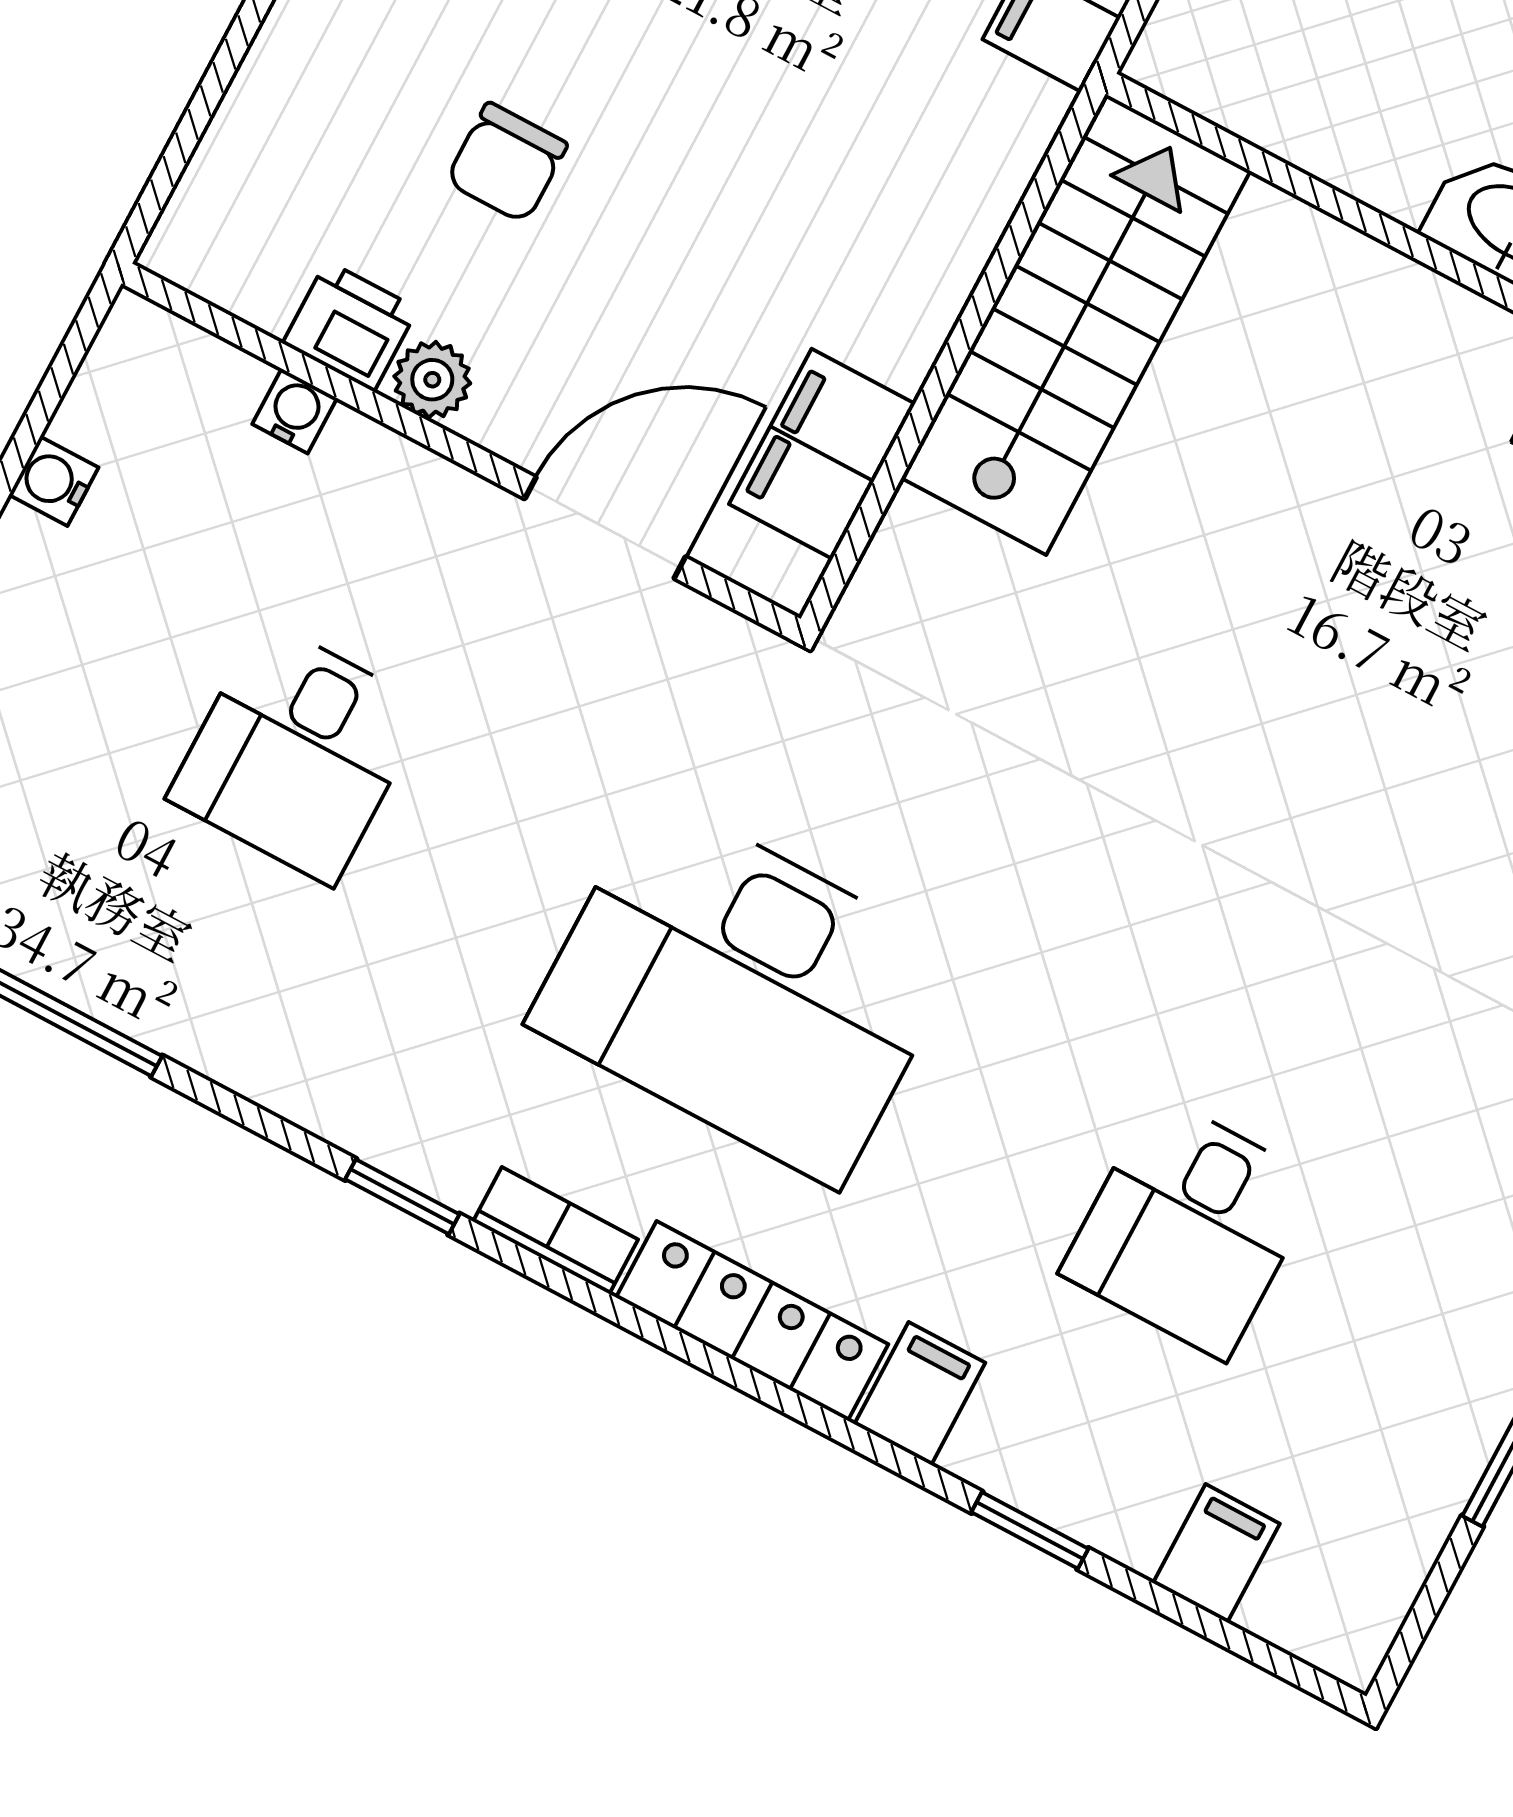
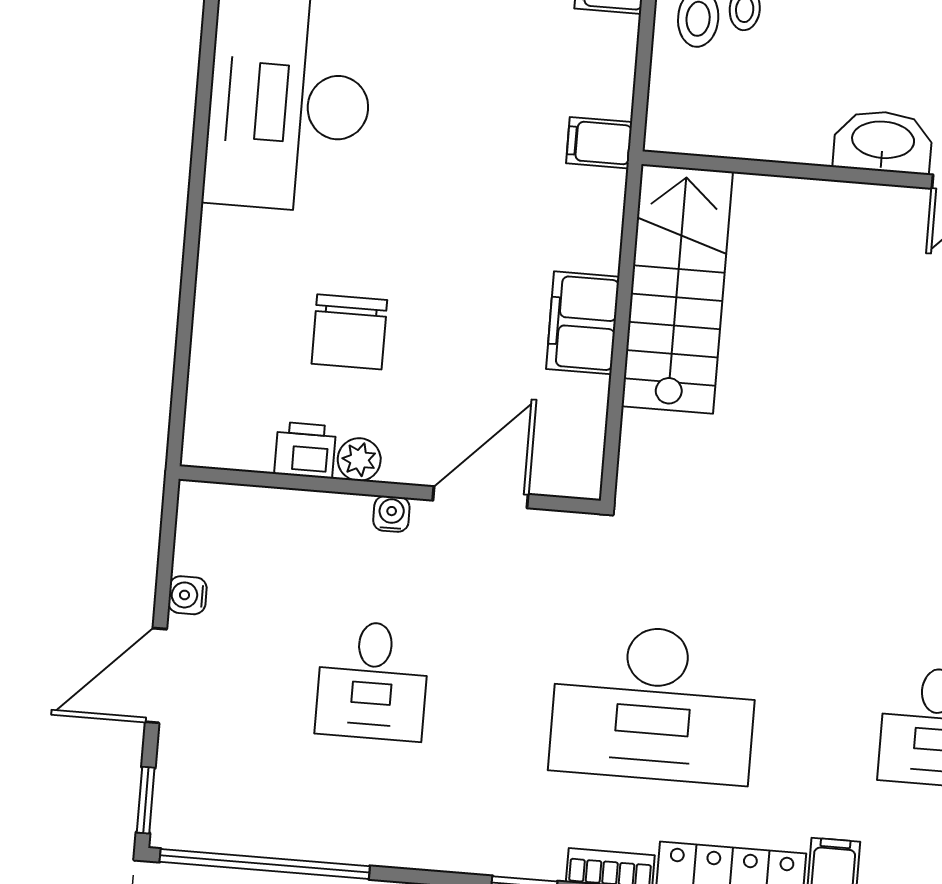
chair: (507, 163) -> (349, 332), width x1.37, depth x1.37
water cooler: (295, 411) -> (391, 514), moved
filing cabinet: (822, 454) -> (583, 323), moved

